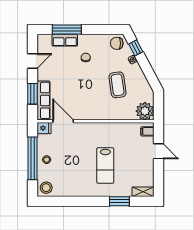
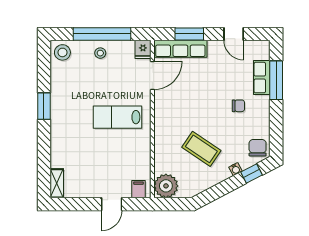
coffee table: (118, 85) -> (201, 149), turned 42
lab bench: (105, 166) -> (118, 117), moved
window: (119, 201) -> (44, 106), moved

